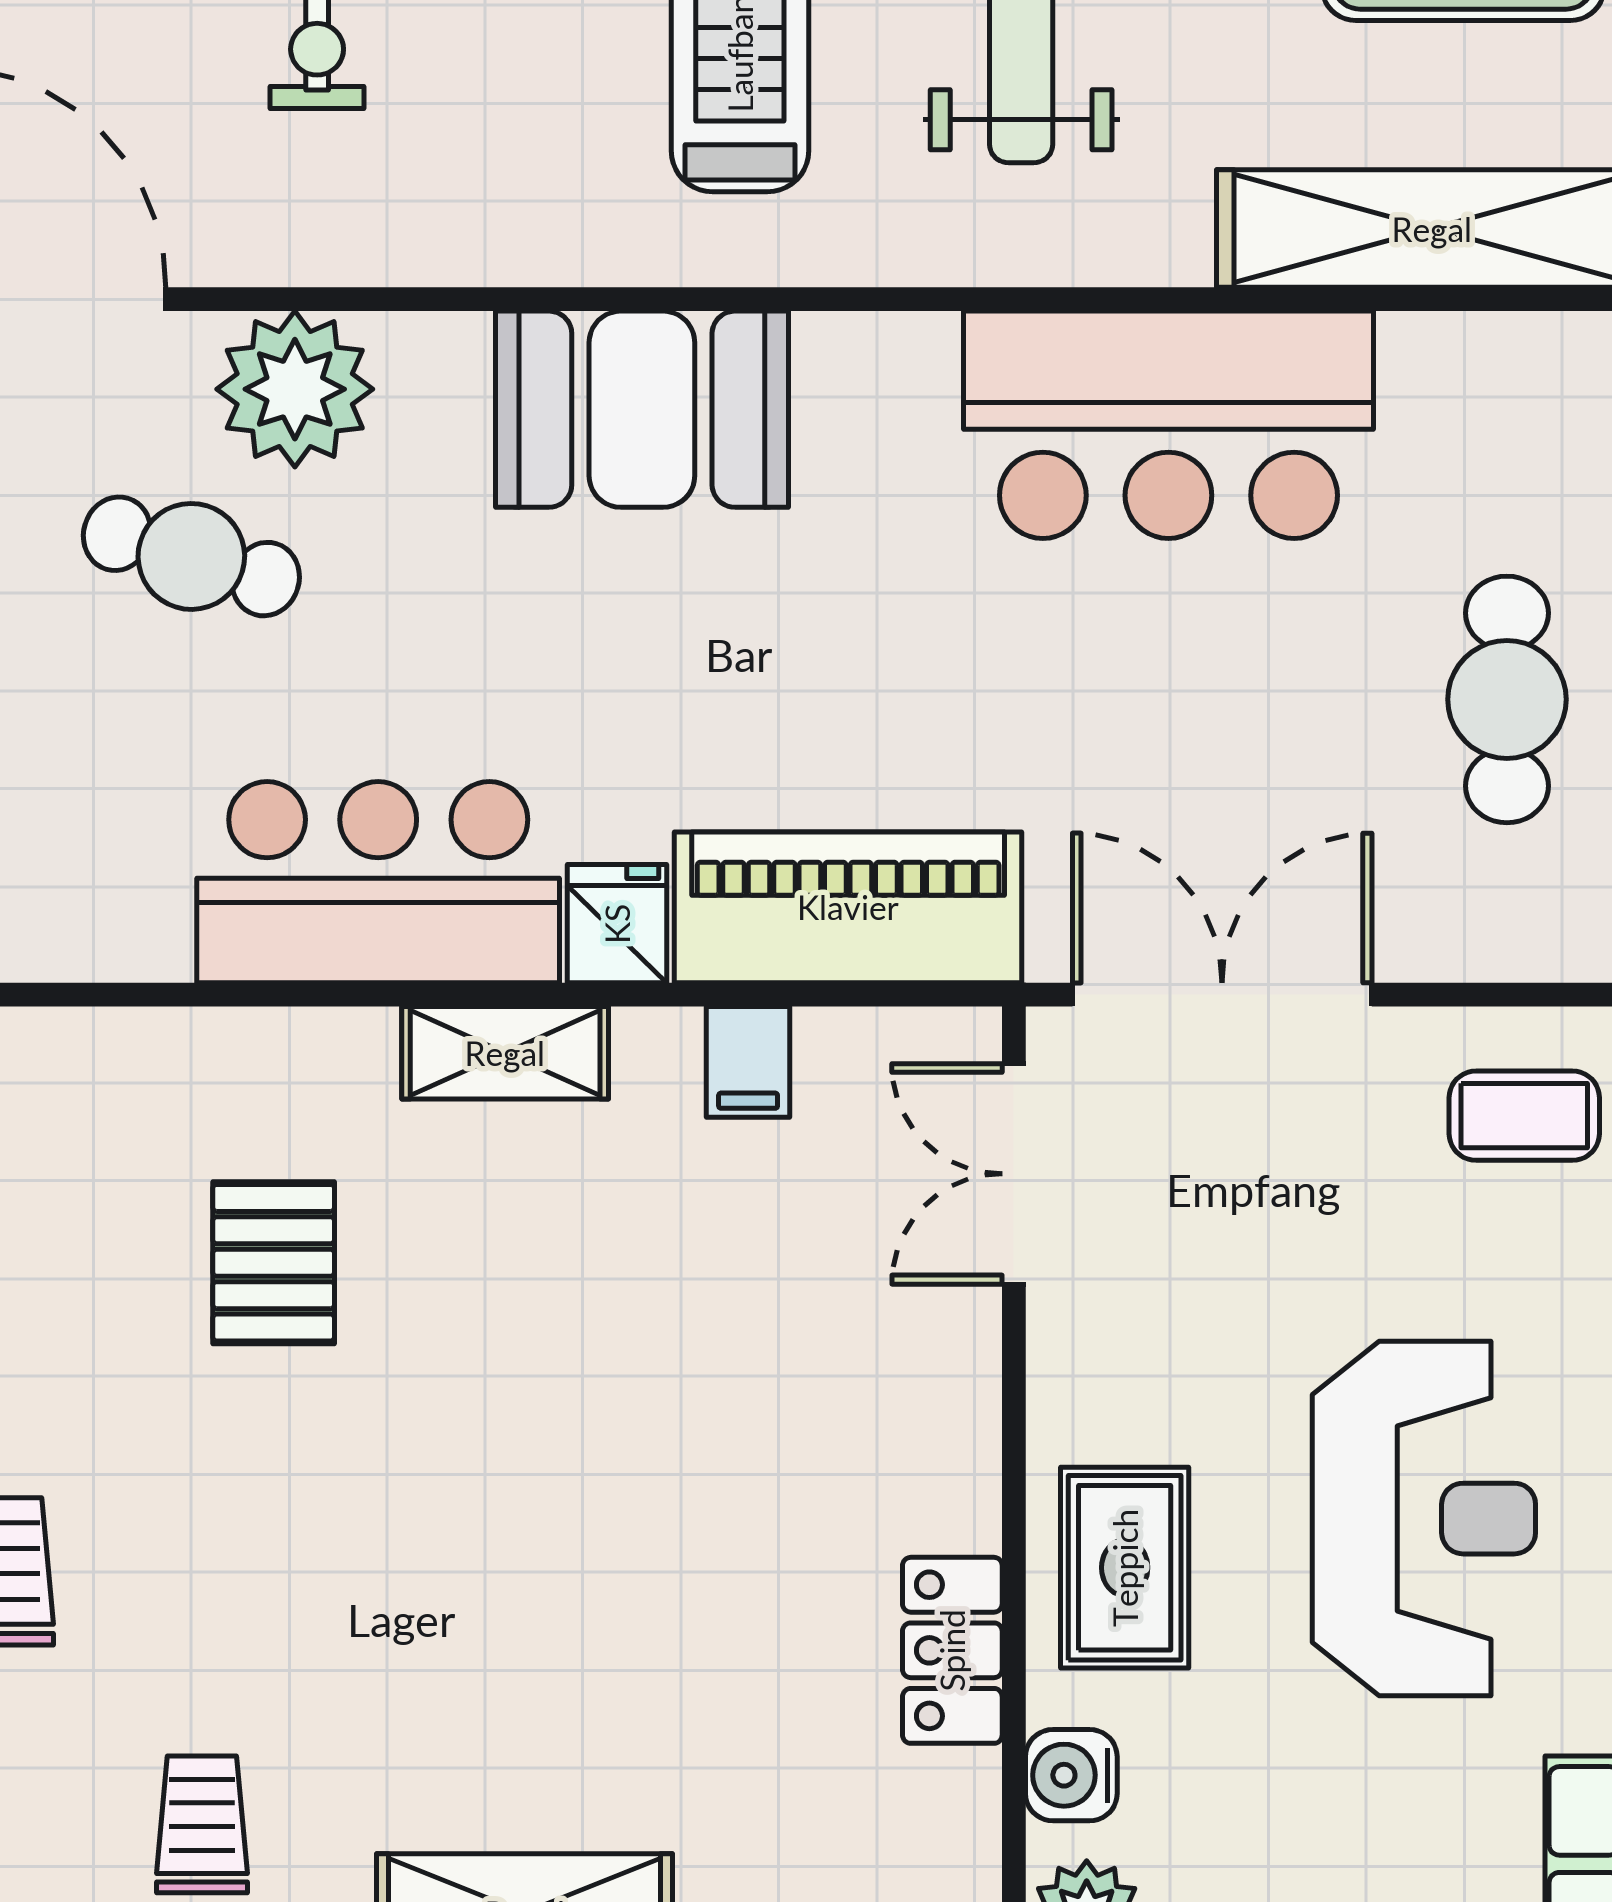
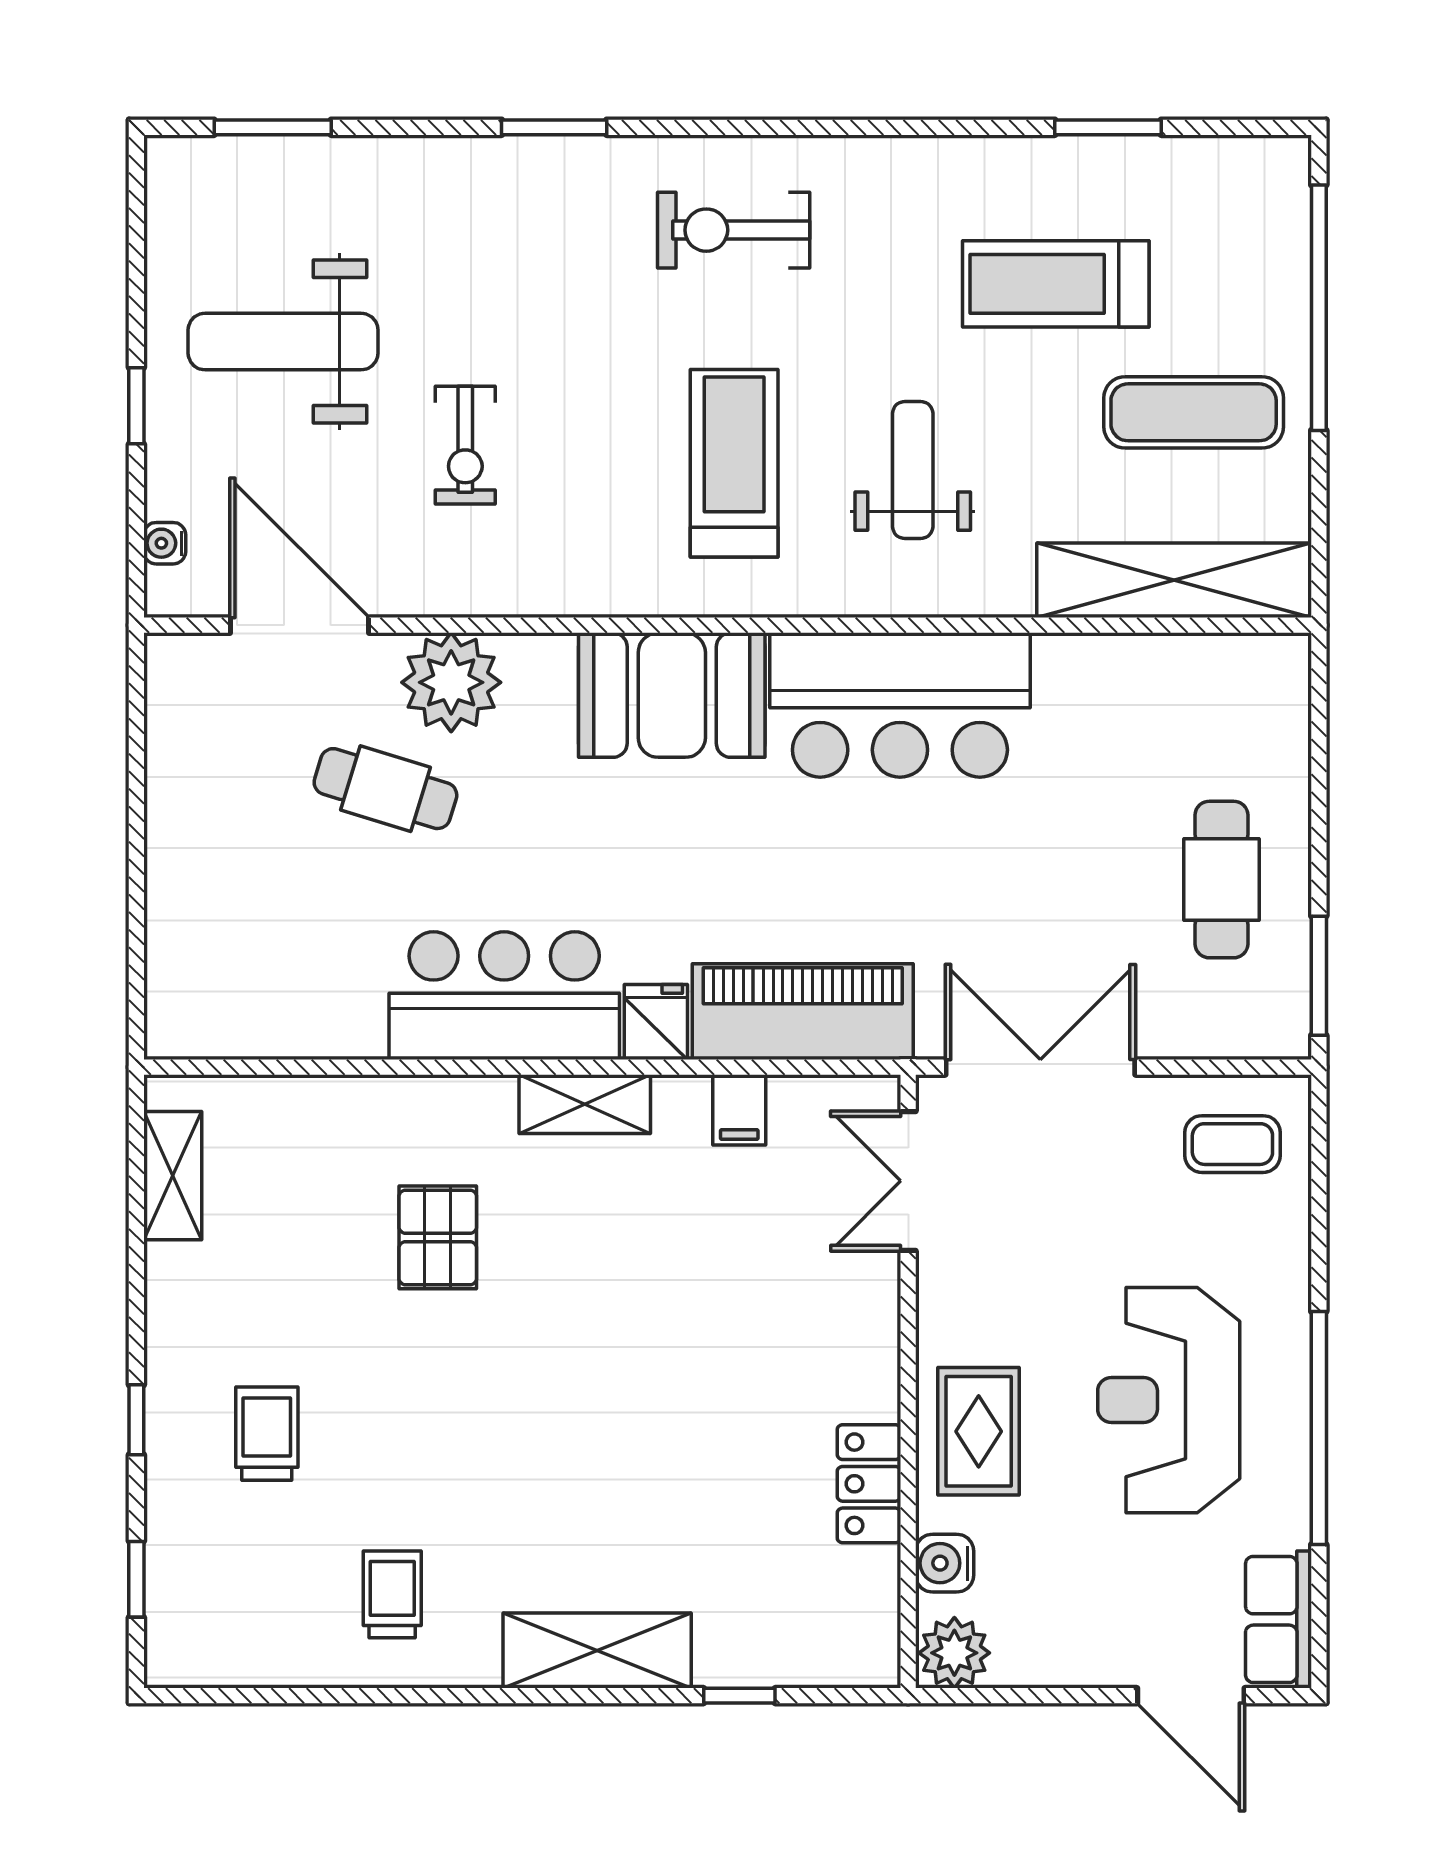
bar counter: (1168, 425) -> (900, 705), moved
reception desk: (1424, 1519) -> (1169, 1400), turned 180

